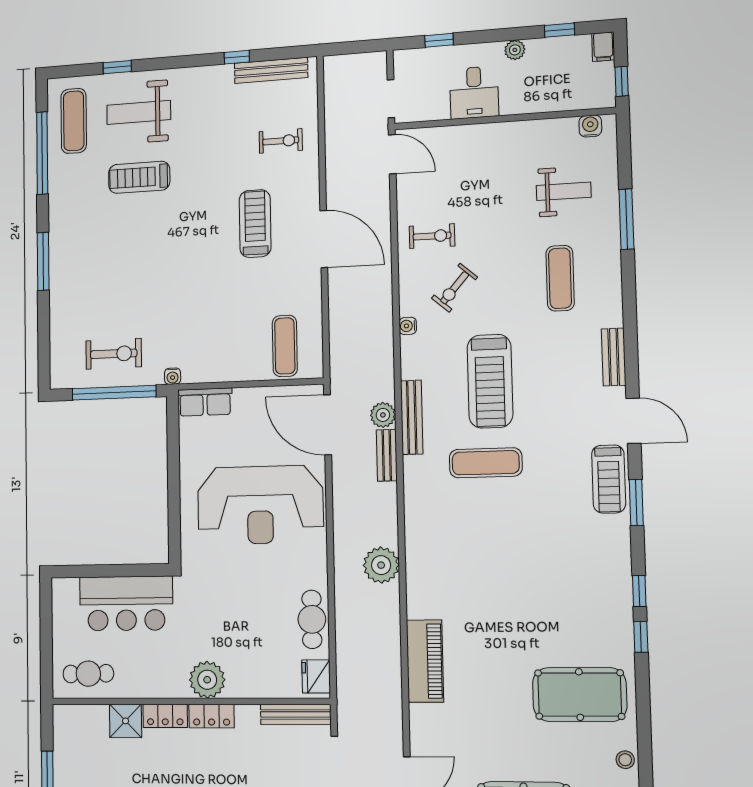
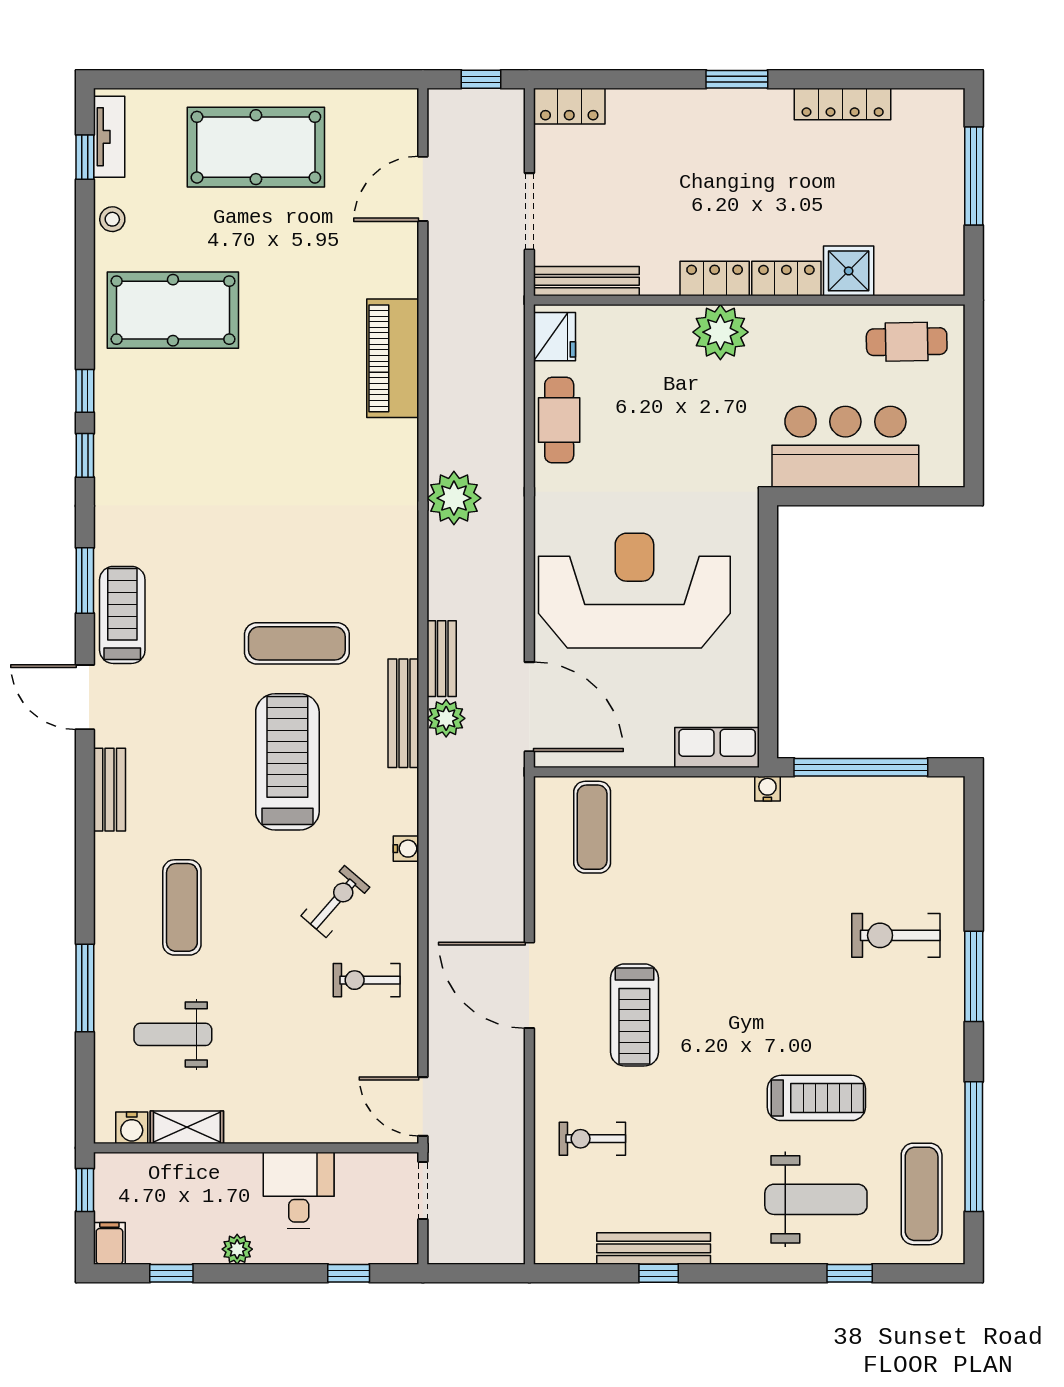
bench: (271, 70) -> (654, 1248), moved
shelving: (552, 129) -> (187, 1127), added
exercise bike: (114, 354) -> (896, 935), moved

